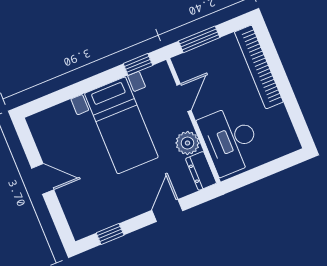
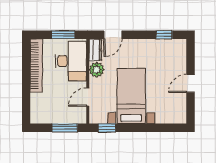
bookcase: (259, 67) -> (36, 65), moved
window: (257, 174) -> (63, 35), added
door: (43, 179) -> (190, 83), hinge flipped
door: (167, 211) -> (113, 35), moved

